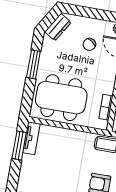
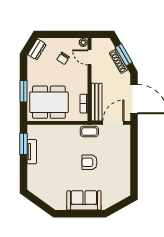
window: (33, 64) -> (24, 91), moved
tv unit: (31, 138) -> (32, 152), moved

